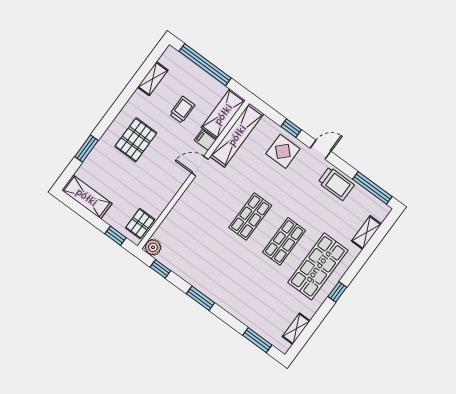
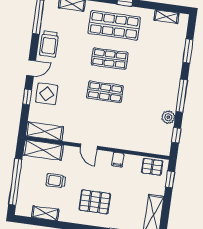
shelving: (237, 135) -> (44, 131), width x0.68
filing cabinet: (205, 140) -> (118, 160), moved
door: (320, 150) -> (31, 68), swing flipped
trolley: (336, 184) -> (49, 44), turned 180
plant: (153, 247) -> (168, 117), moved
window: (200, 298) -> (182, 96), width x1.44
window: (257, 340) -> (188, 51), moved

